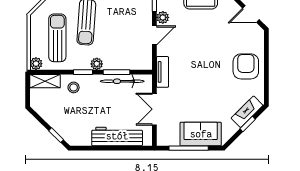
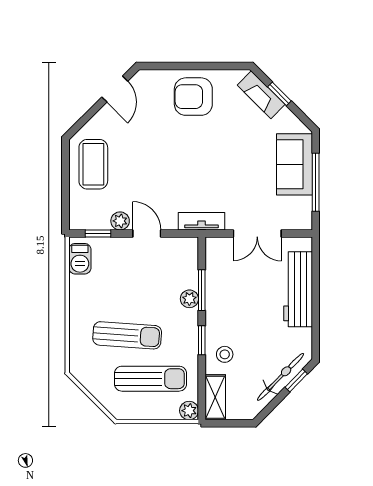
sun lounger: (57, 38) -> (150, 379), turned 180
plant: (97, 64) -> (189, 299), moved
bicycle: (122, 81) -> (281, 377), moved, turned -136

